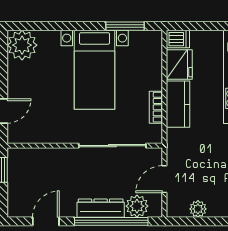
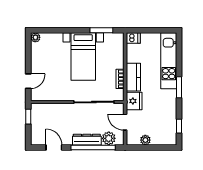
plant: (22, 45) -> (35, 37), width x0.53, depth x0.53
fridge: (179, 64) -> (134, 101), moved
door: (164, 179) -> (125, 122), hinge flipped
door: (46, 221) -> (54, 148), hinge flipped

